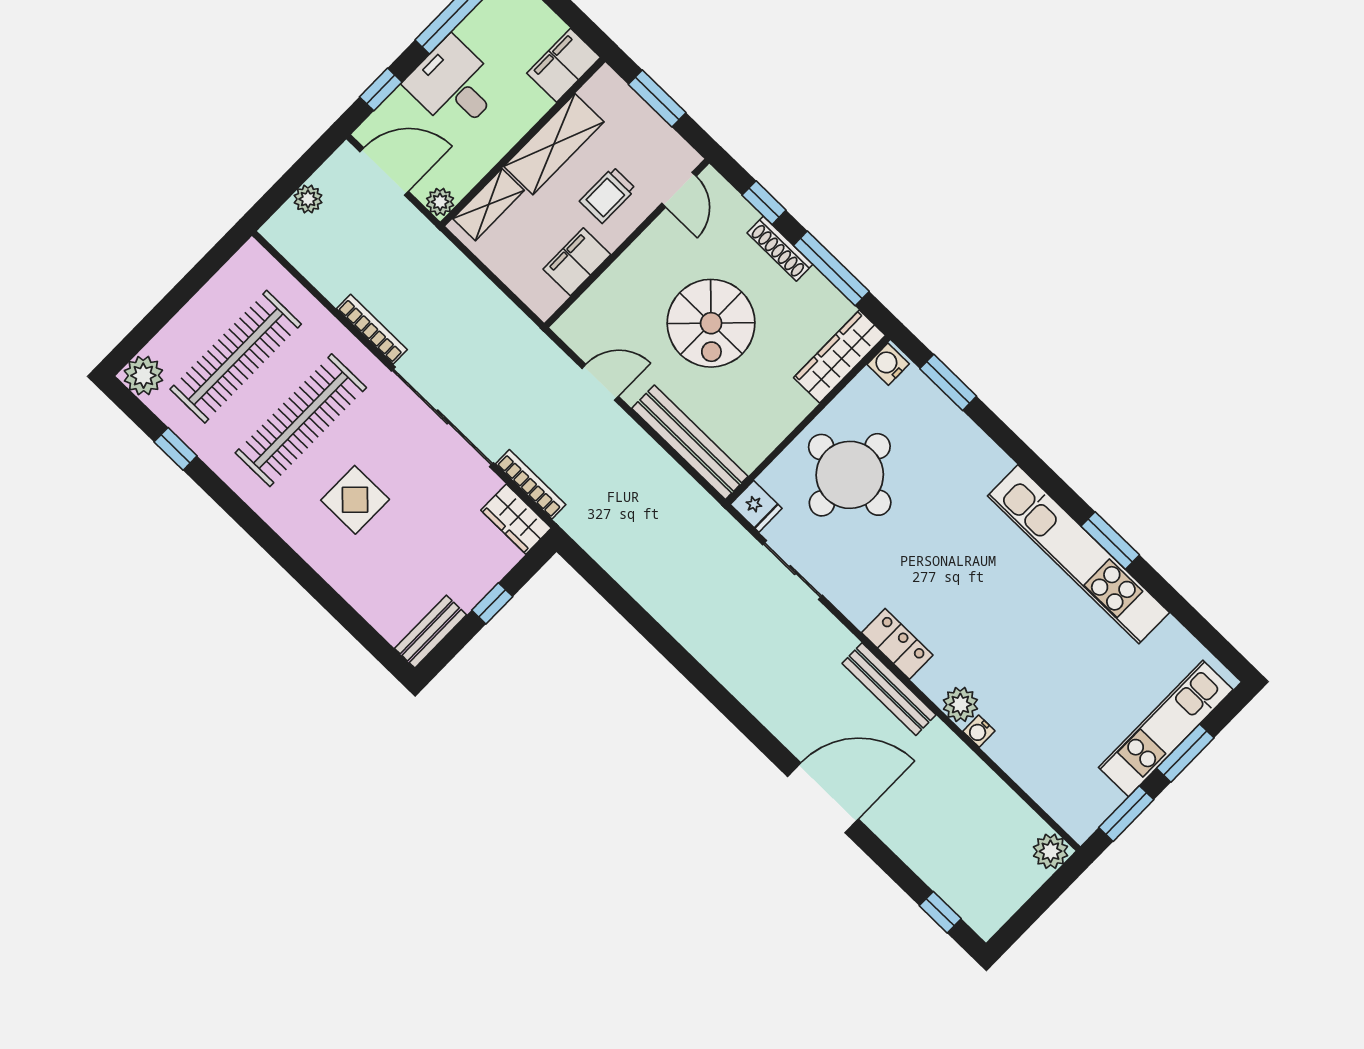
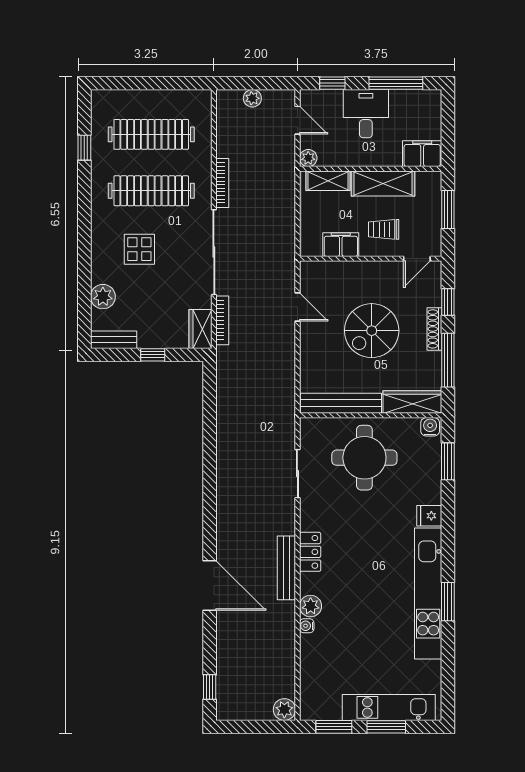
door: (384, 171) -> (297, 120), width x0.73
plant: (143, 376) -> (103, 297), moved
bench: (690, 442) -> (341, 403), moved, turned 90
fridge: (756, 506) -> (429, 516), moved, turned 90

